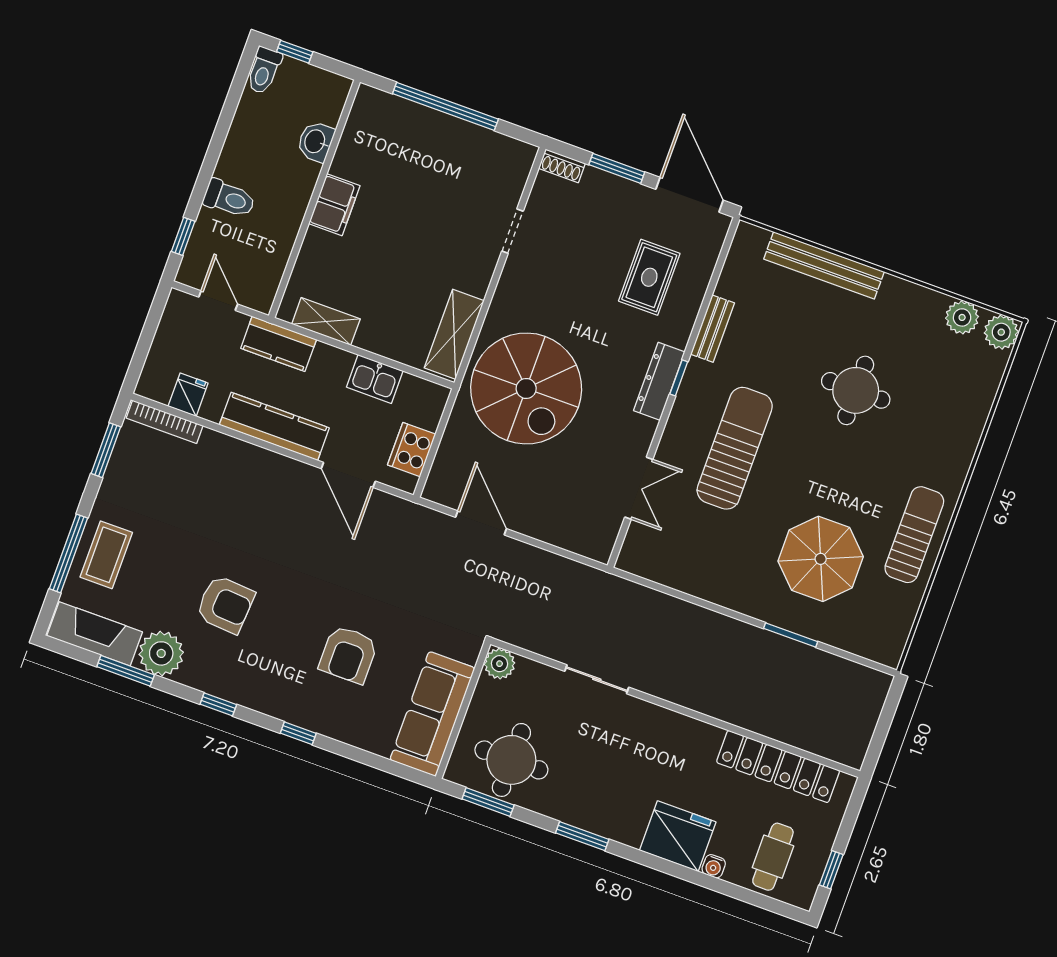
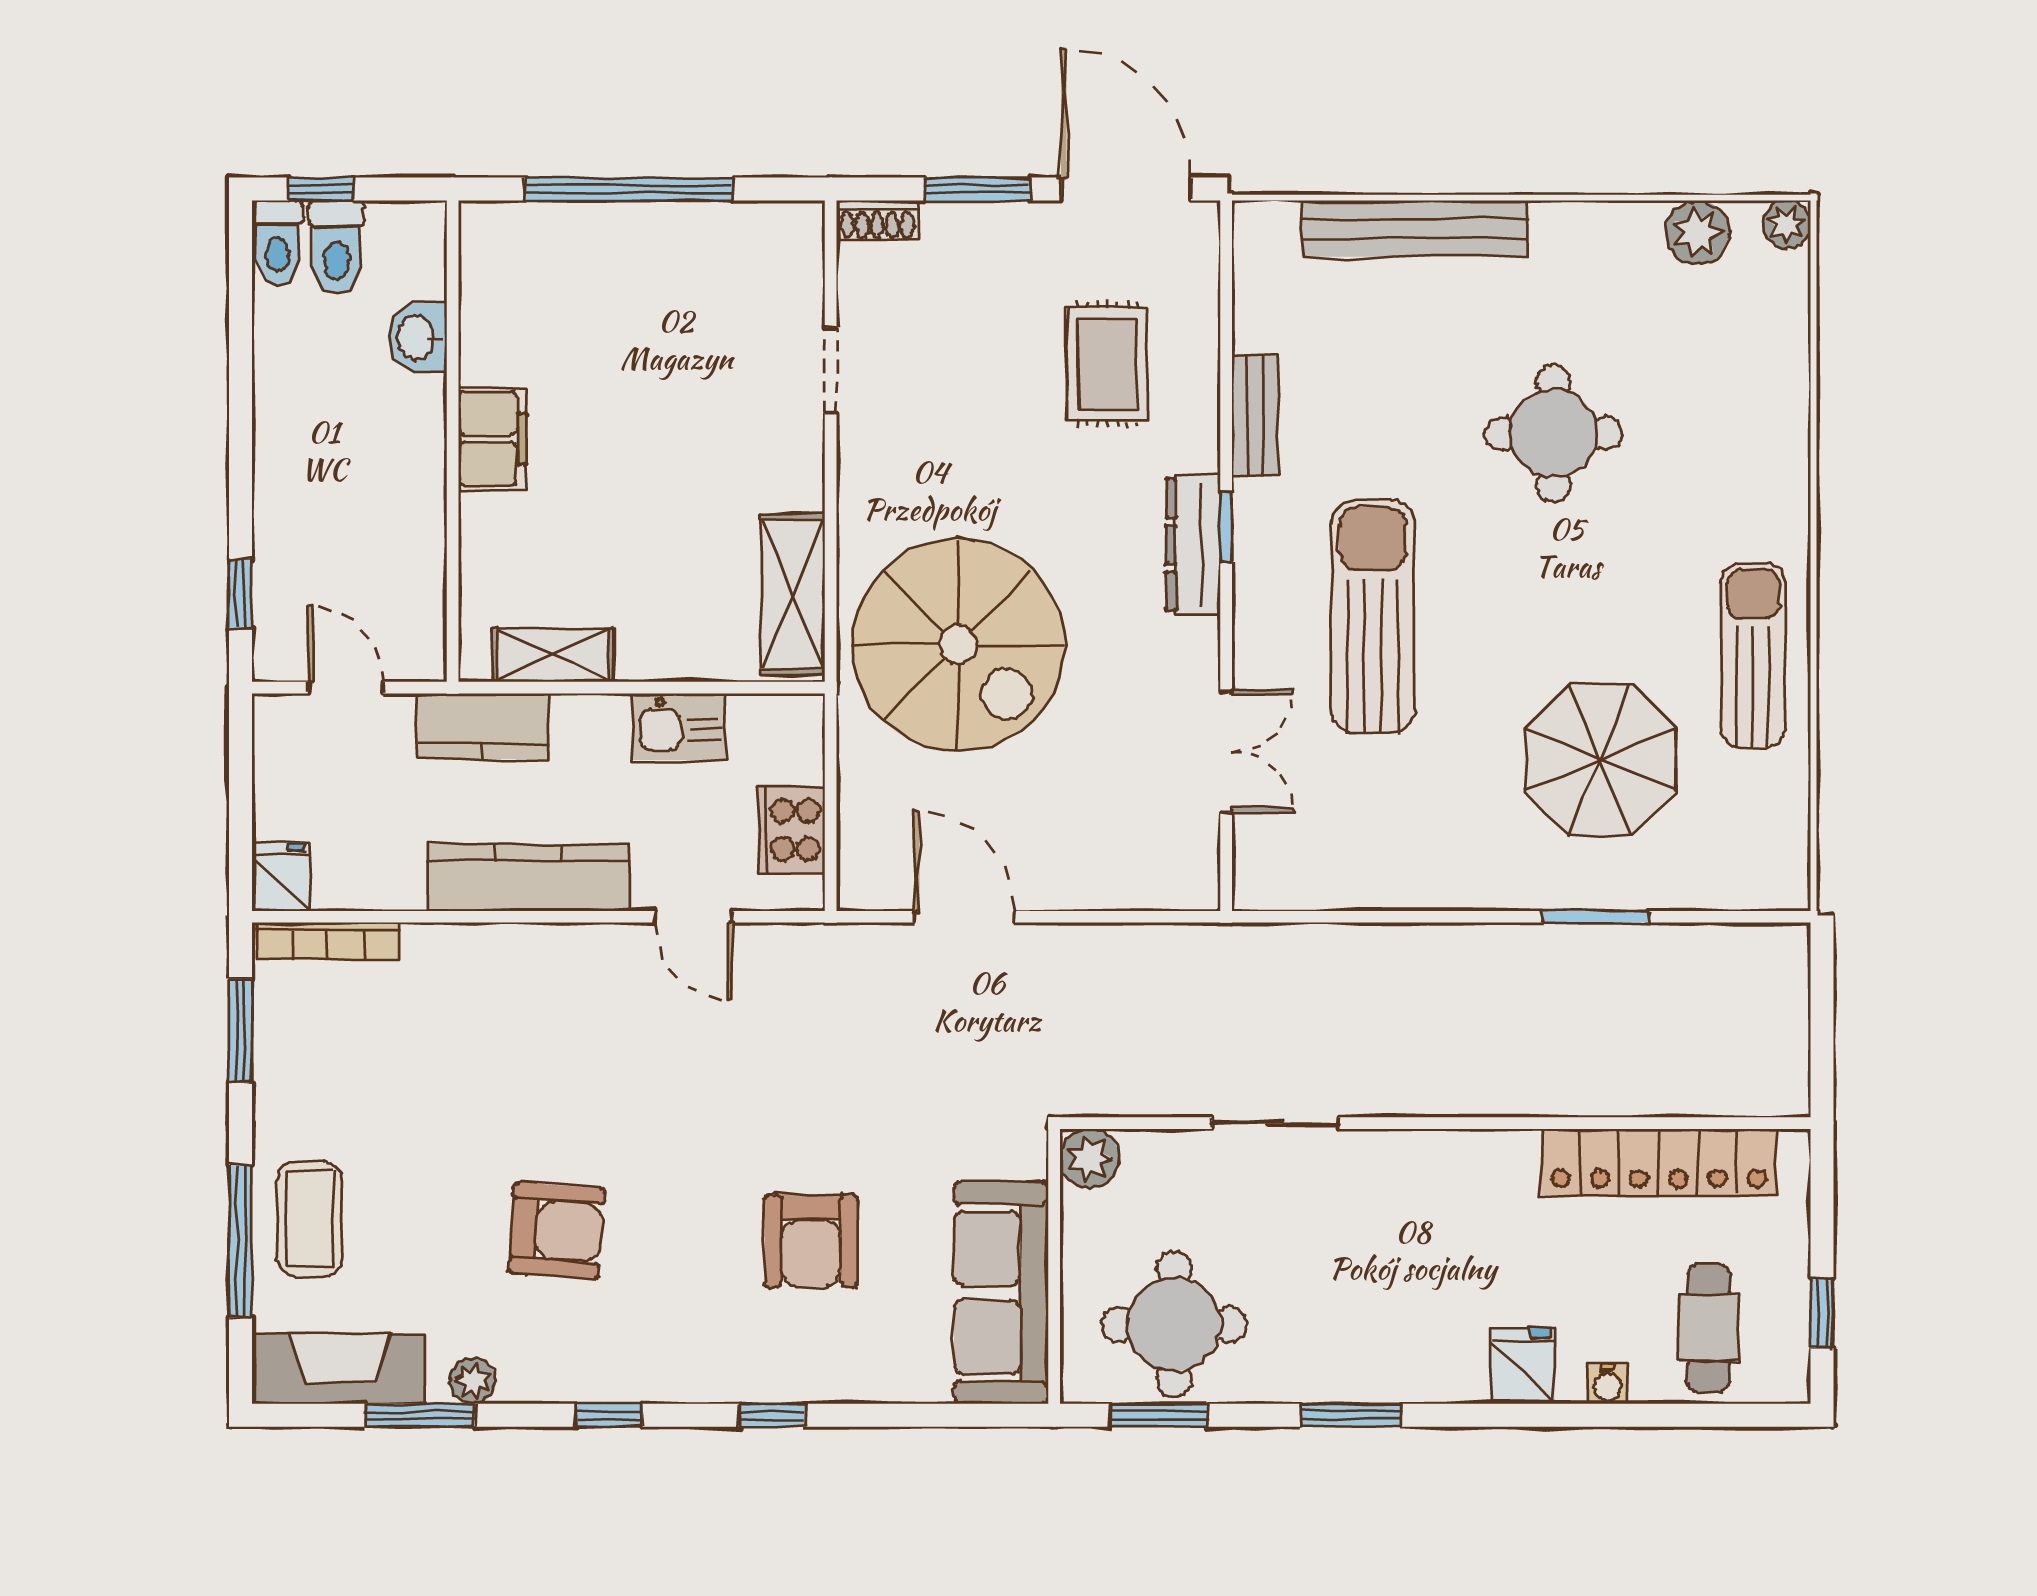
toilet: (229, 199) -> (337, 247), moved, turned 90
plant: (1001, 332) -> (1787, 224), width x0.73, depth x0.73
fridge: (188, 395) -> (281, 877), moved
door: (348, 475) -> (694, 917), width x0.73
plant: (161, 653) -> (473, 1381), width x0.53, depth x0.53
fridge: (678, 836) -> (1523, 1366), width x0.53, depth x0.75

